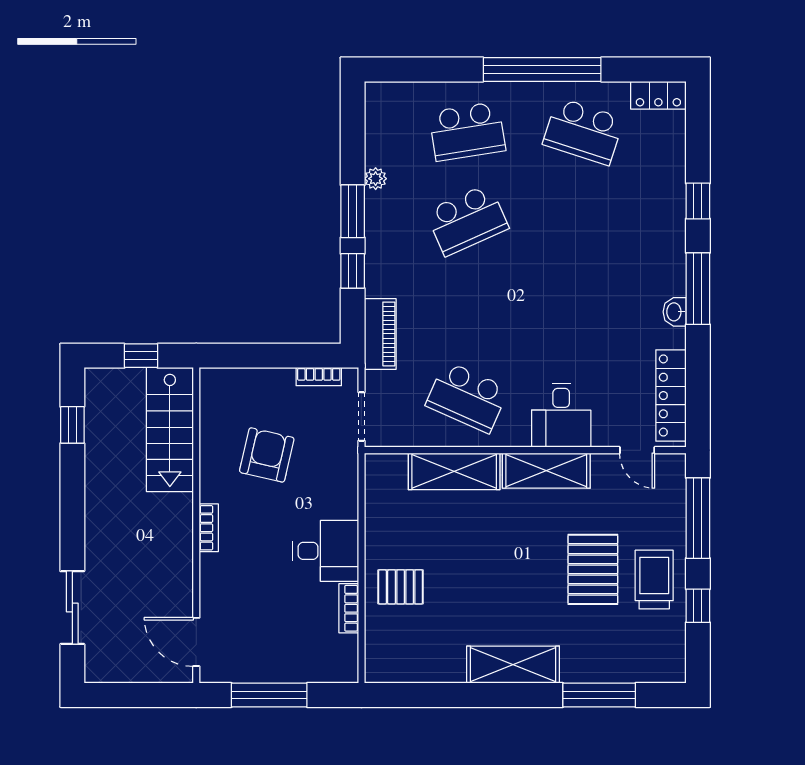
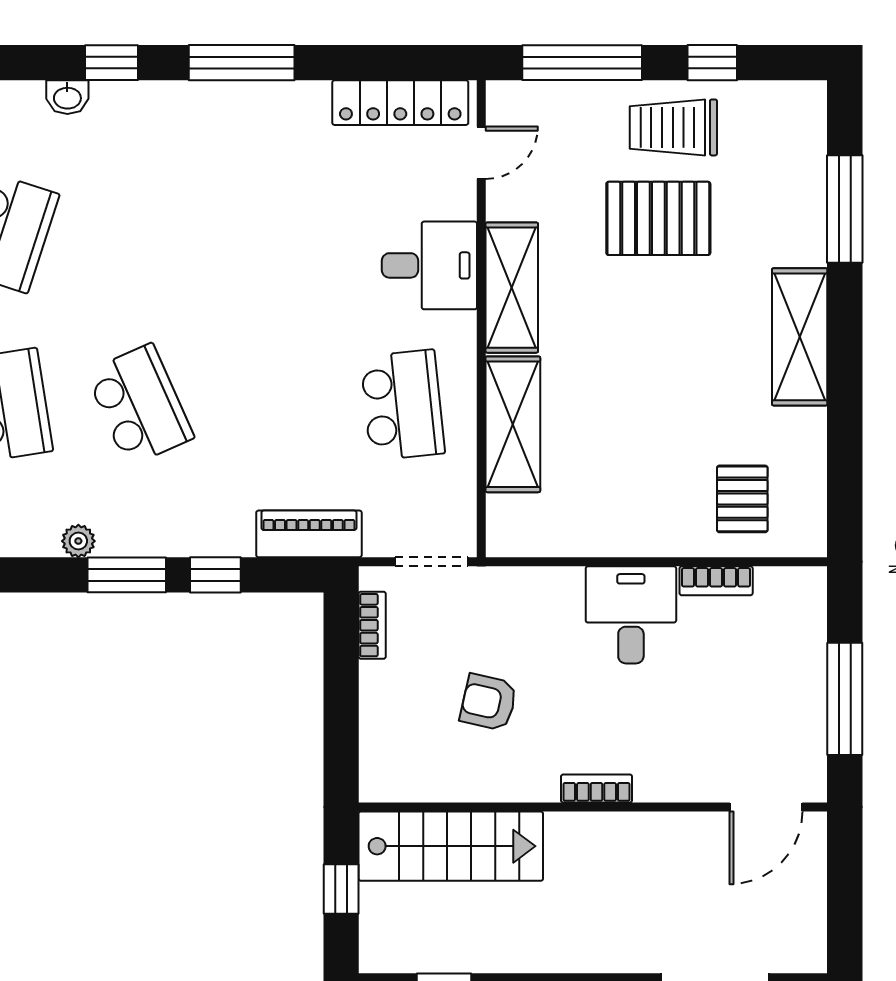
washbasin: (675, 312) -> (67, 97), moved
school desk: (467, 397) -> (403, 405), turned -30
armchair: (267, 455) -> (489, 702), width x0.72, depth x0.72
pallet: (401, 587) -> (742, 499), moved

